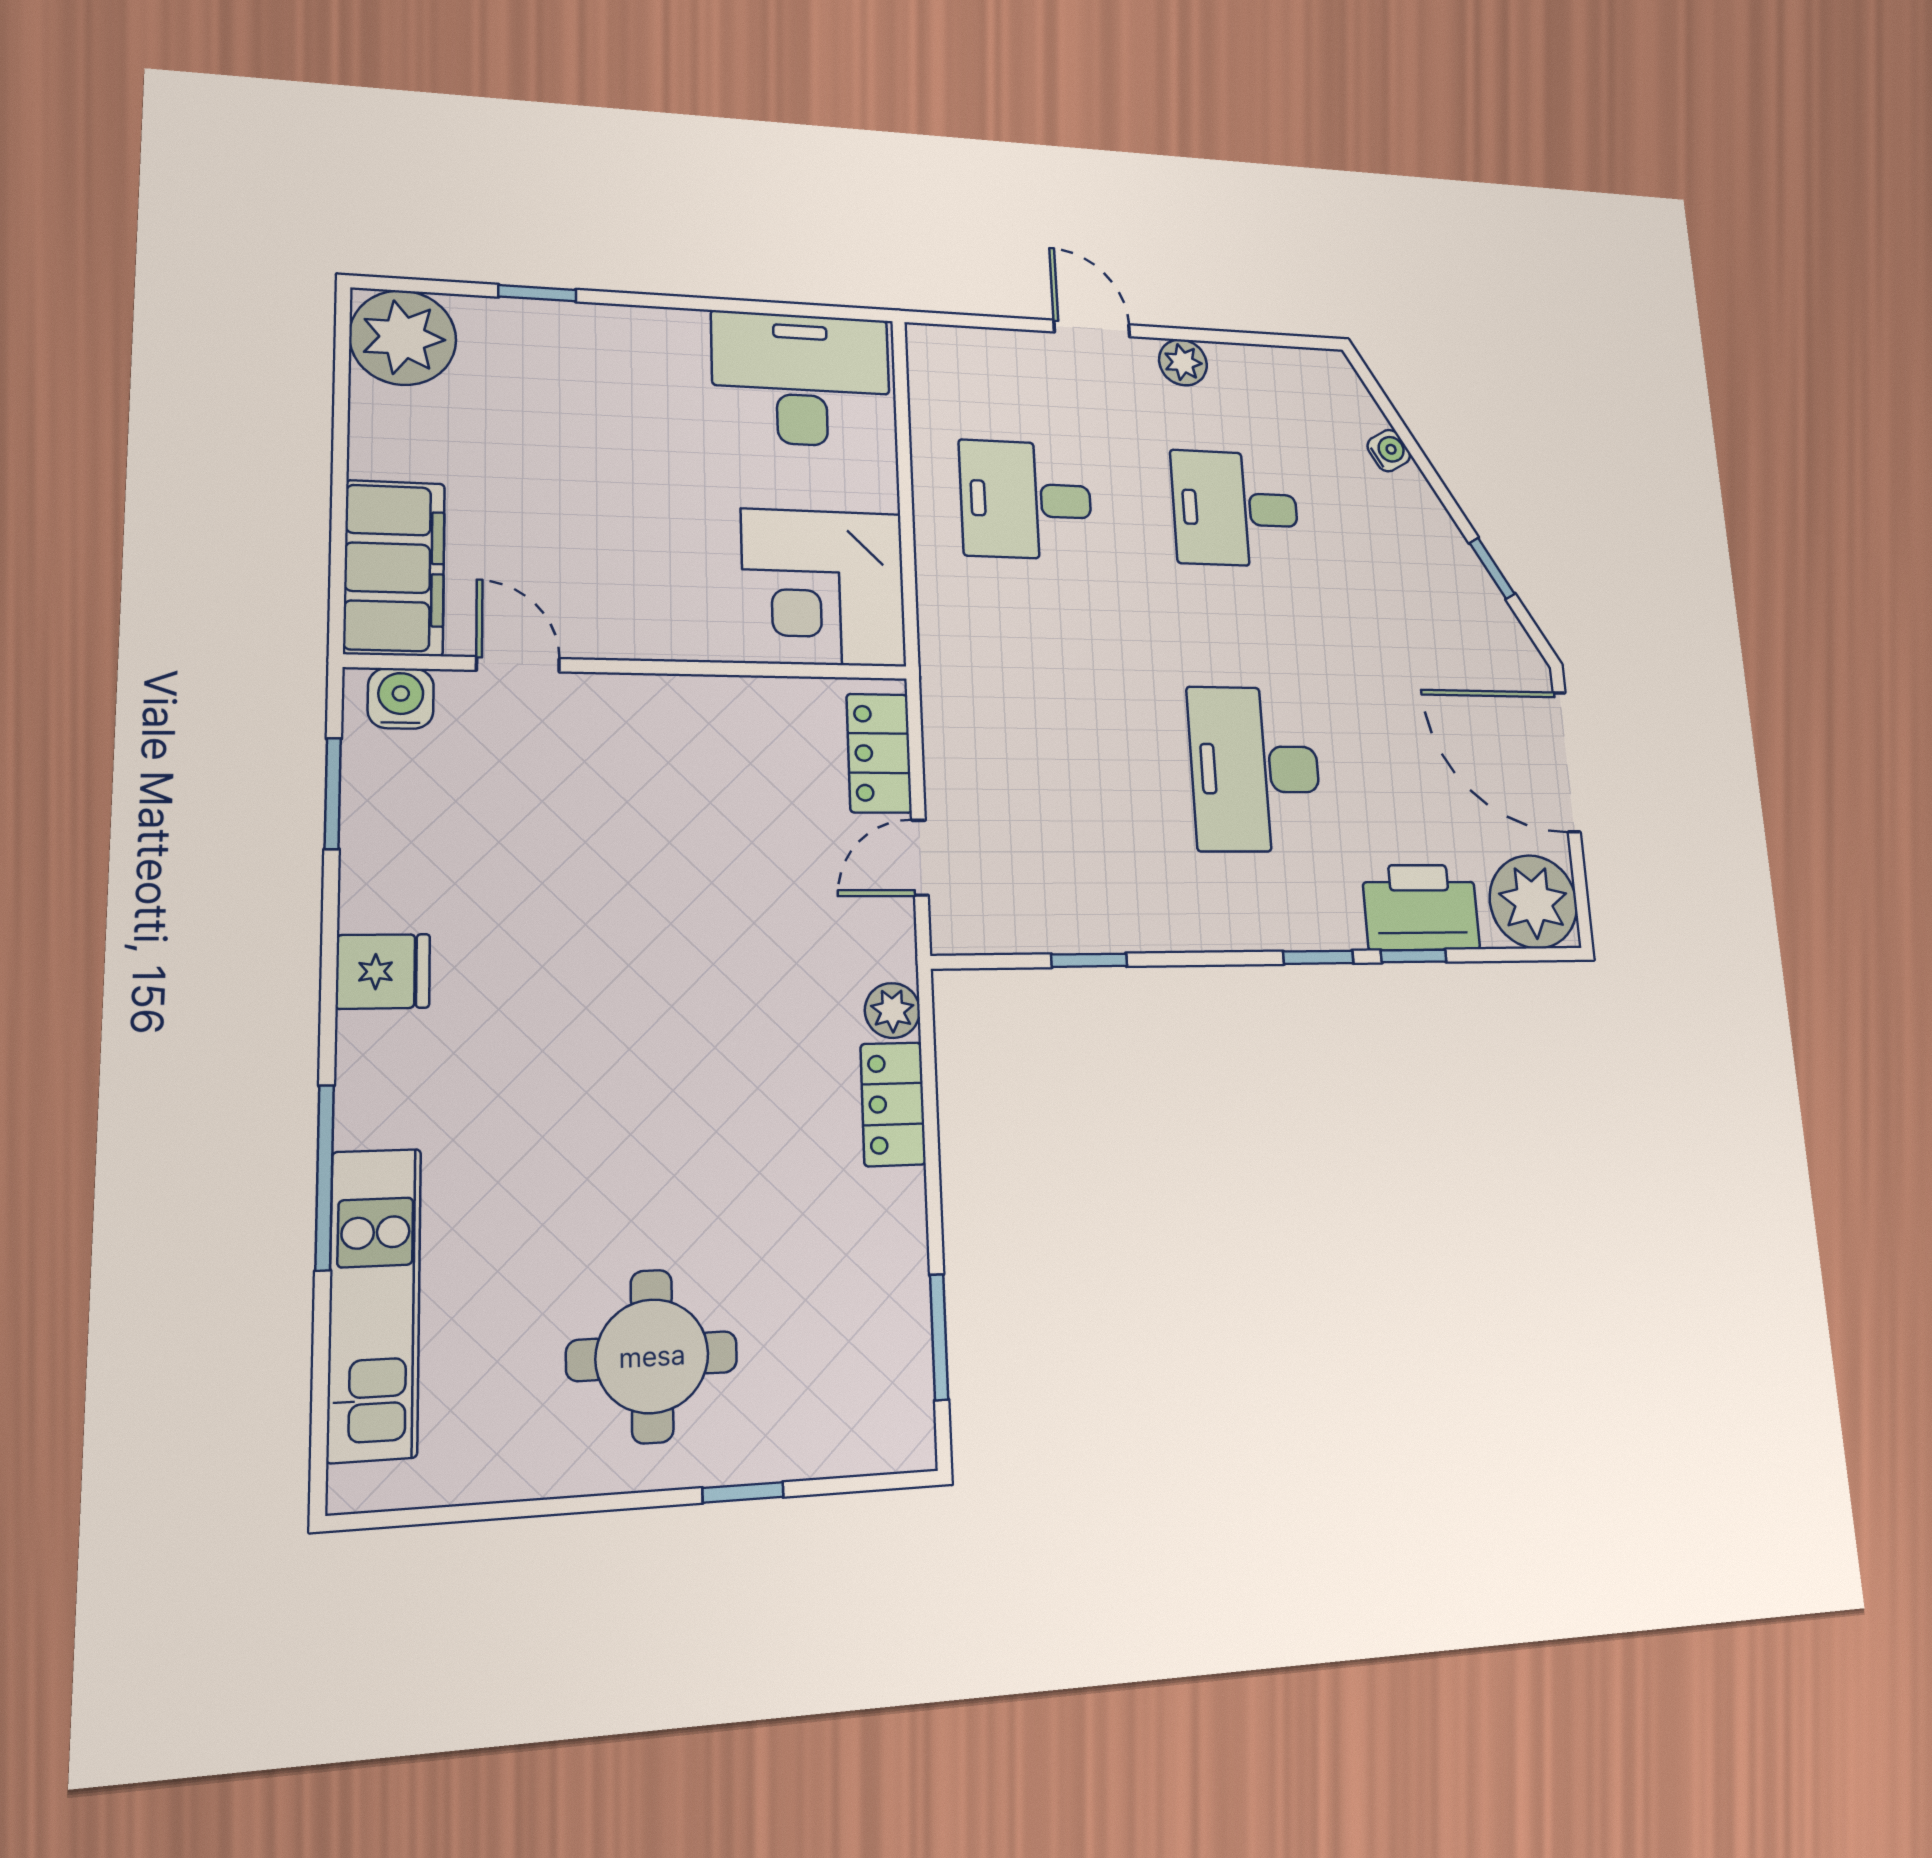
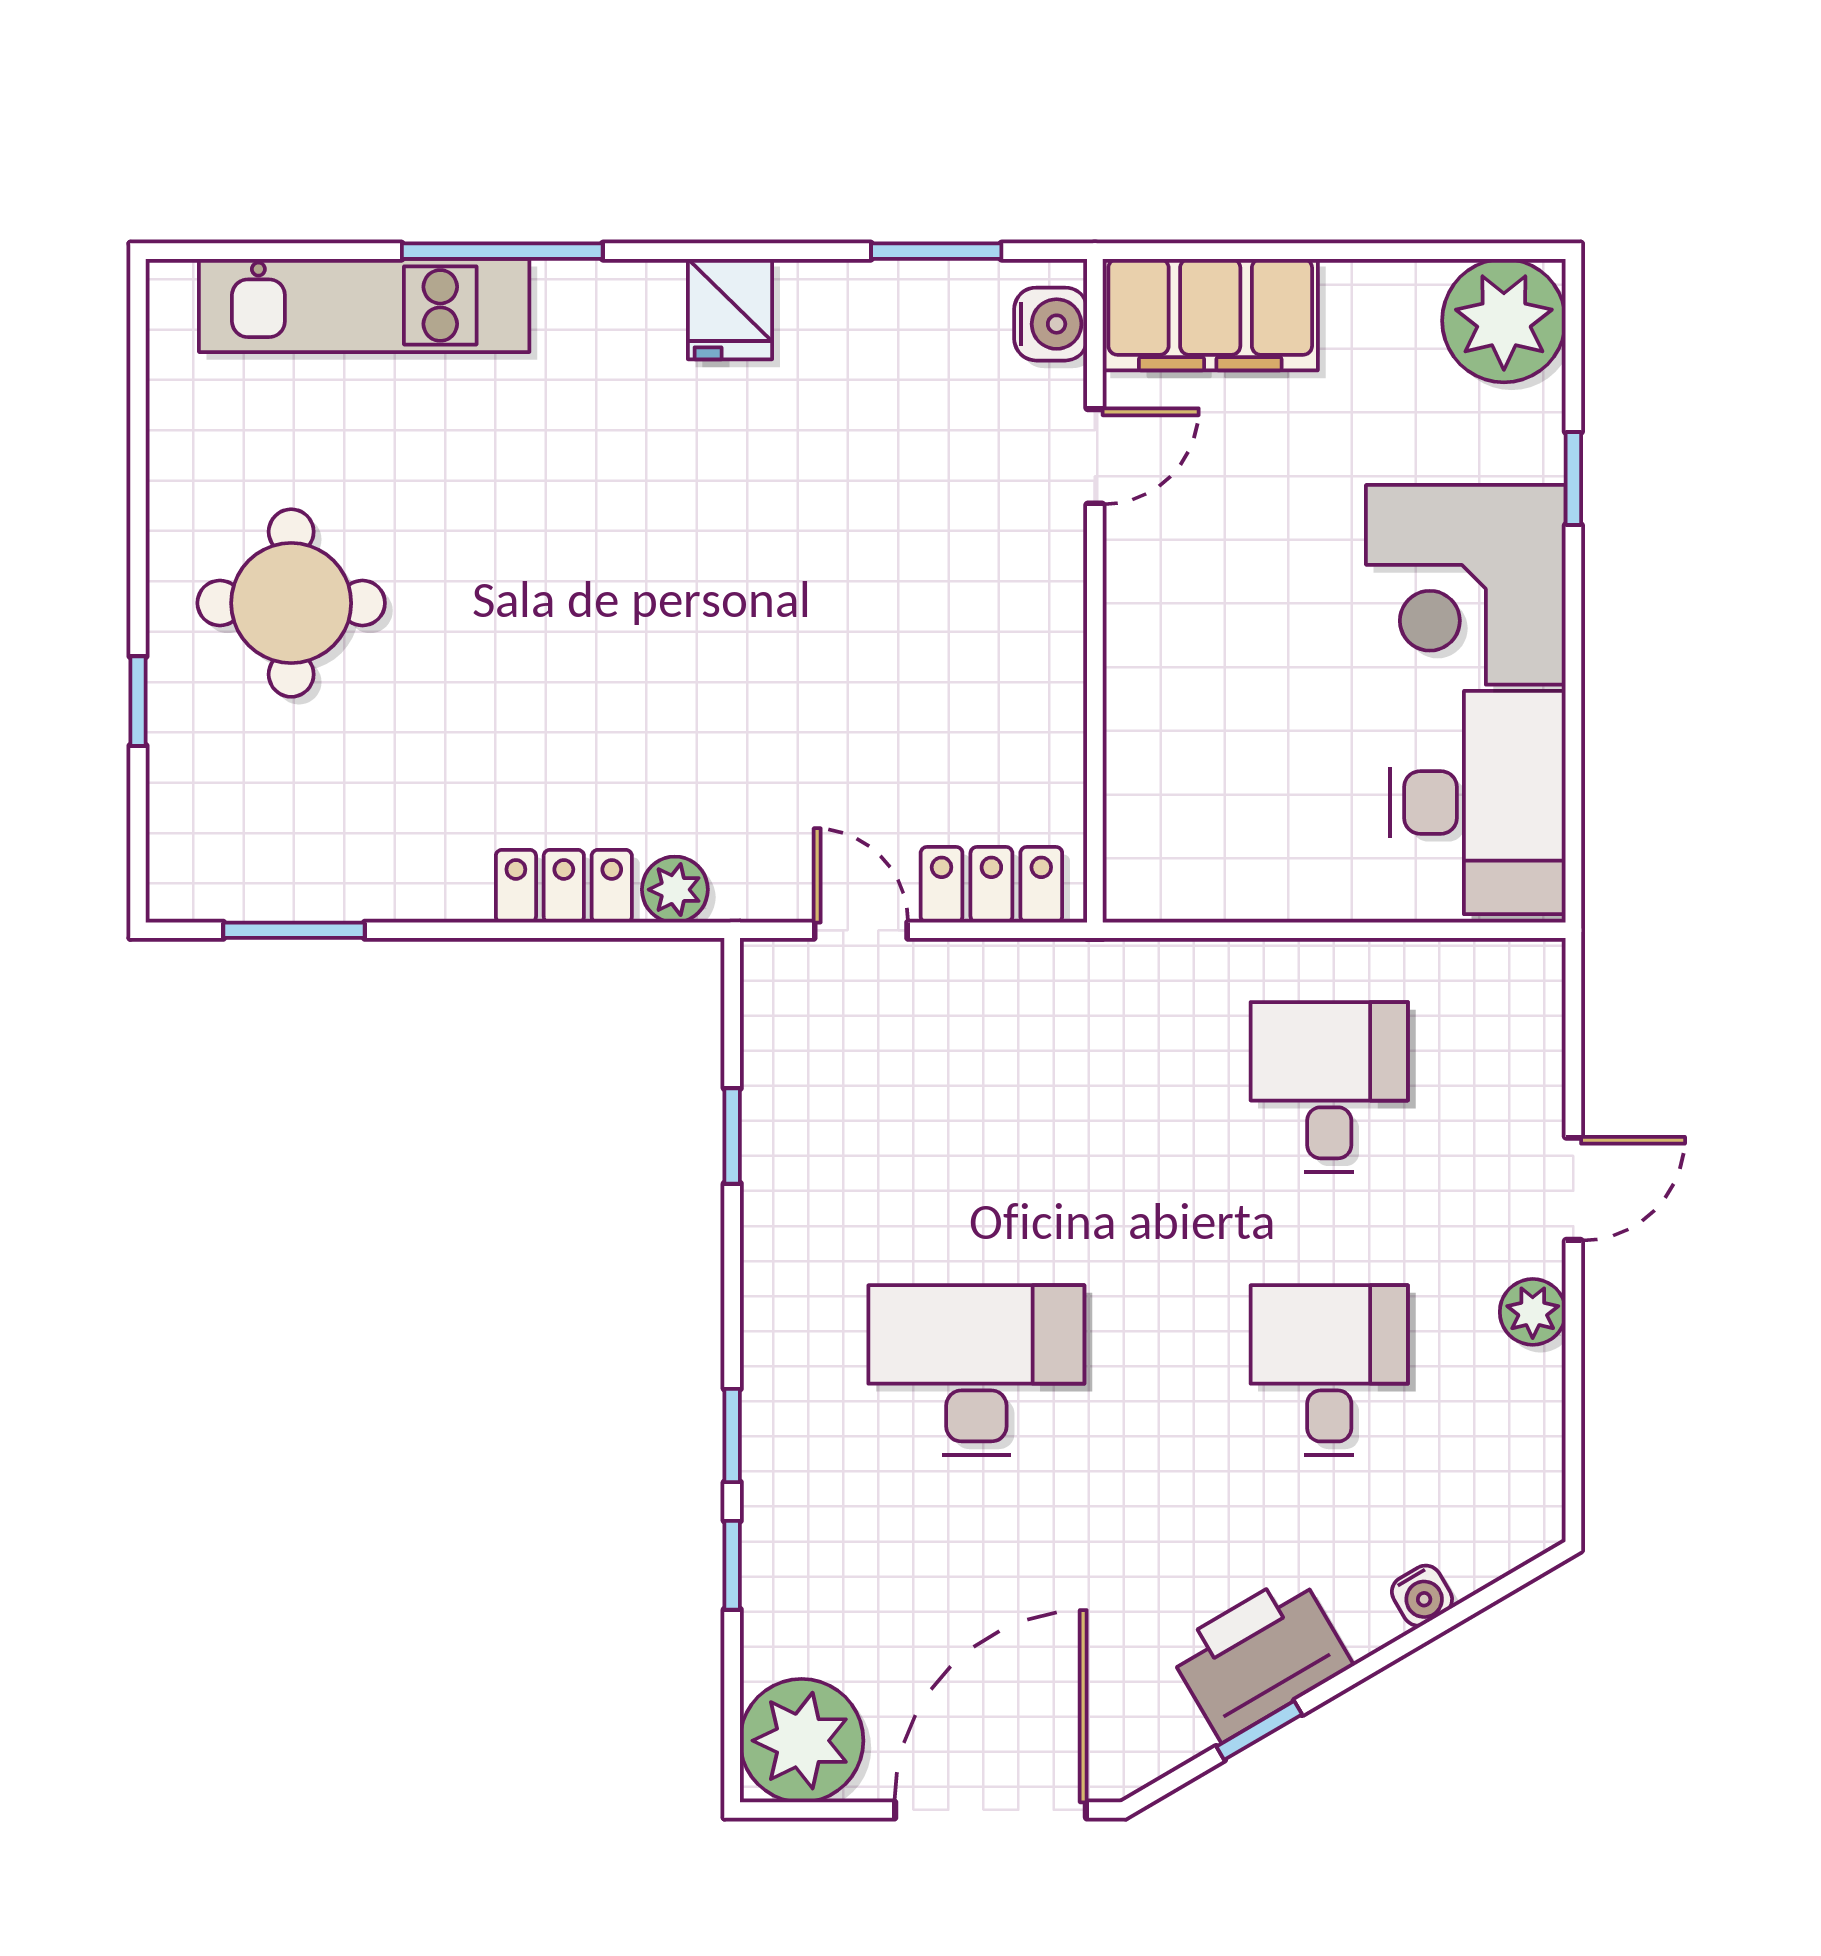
corner desk: (824, 587) -> (1466, 585), moved, turned -90
printer: (1421, 907) -> (1260, 1657), moved, turned -120

